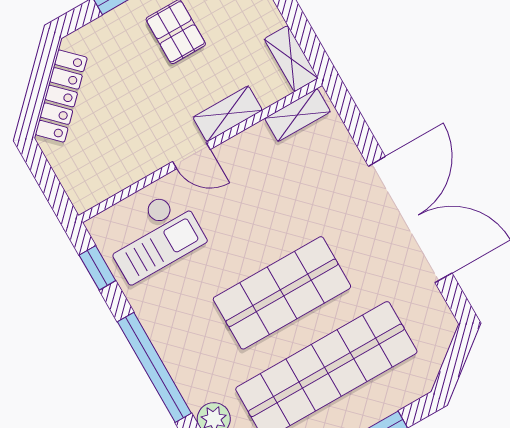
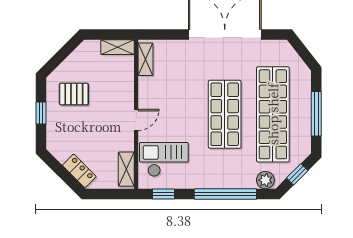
locker: (61, 96) -> (79, 171), width x0.66
shelving: (228, 114) -> (126, 169), moved
checkout: (153, 237) -> (164, 159), turned -90

